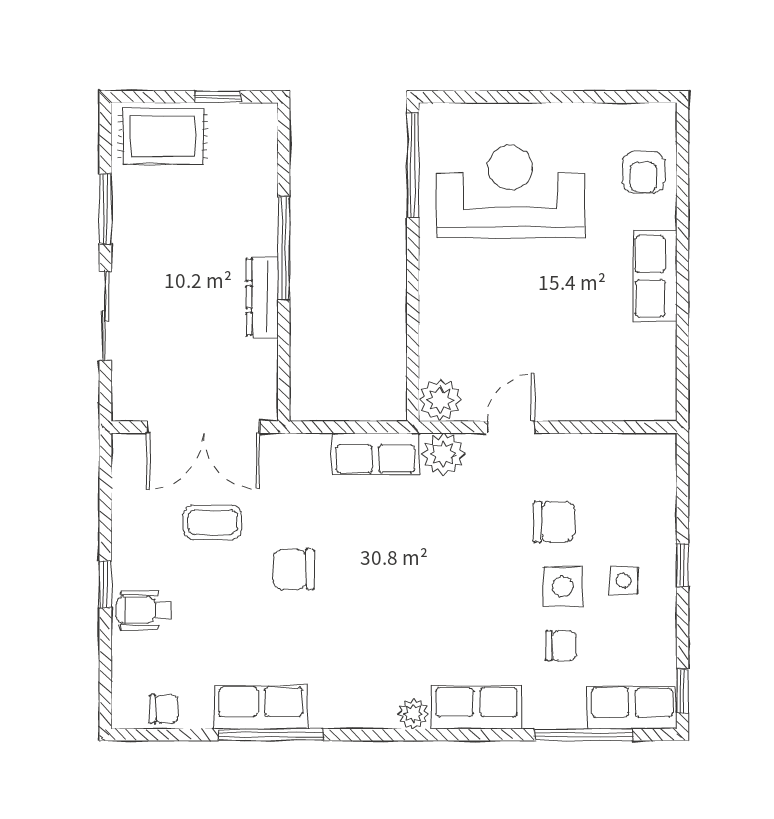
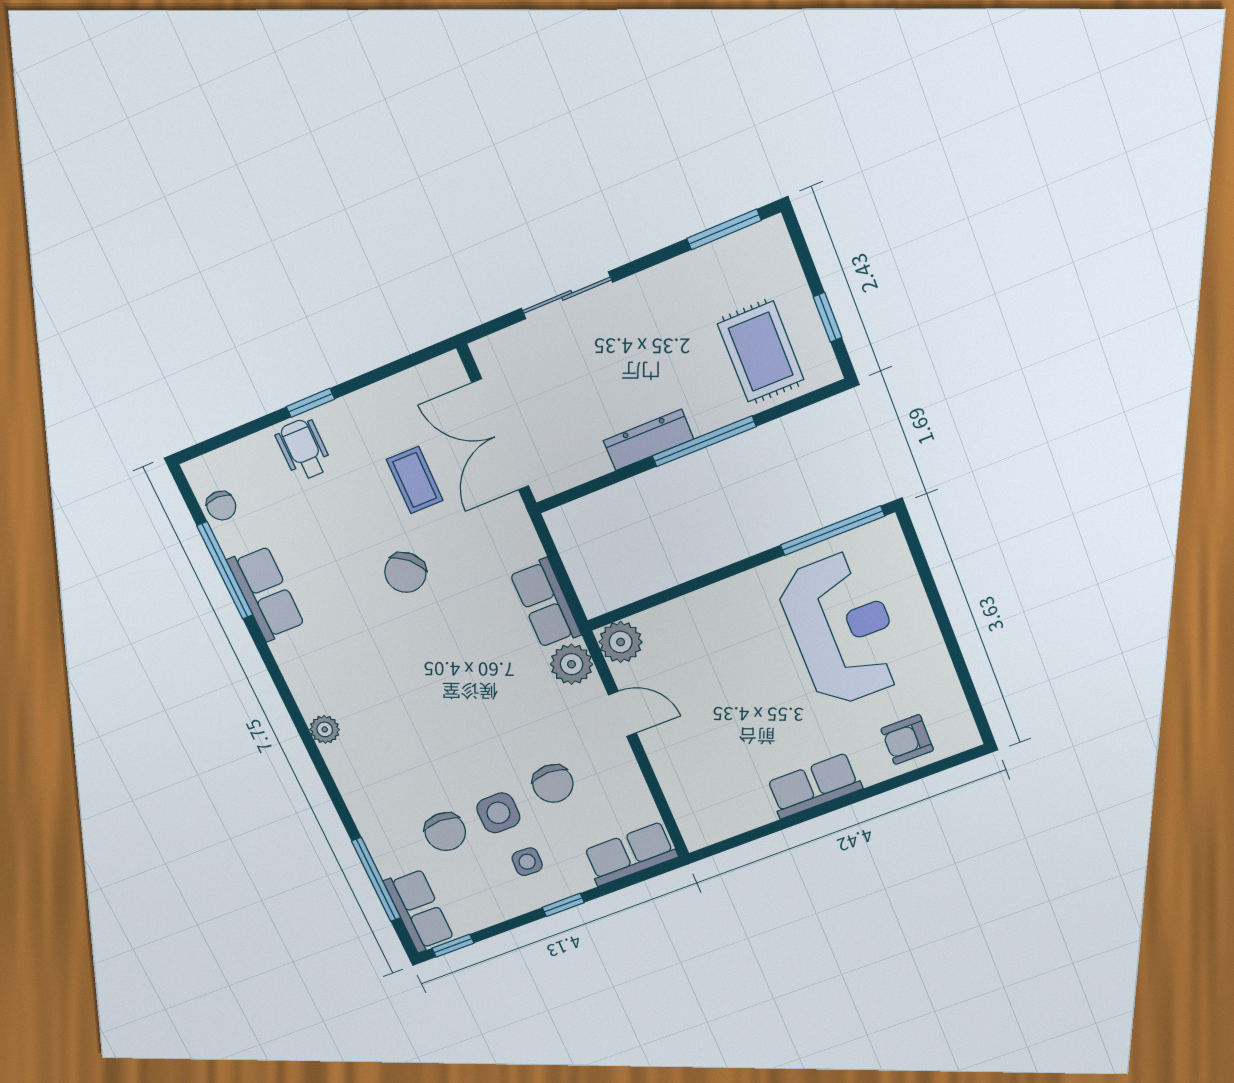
rug: (163, 136) -> (761, 352), moved
window: (105, 209) -> (724, 229), moved
chair: (294, 569) -> (405, 572), turned -137
chair: (561, 646) -> (445, 832), width x1.37, depth x1.37
row of seats: (477, 707) -> (630, 854), moved, turned -90
window: (271, 735) -> (225, 571), moved

